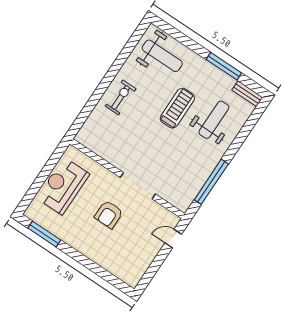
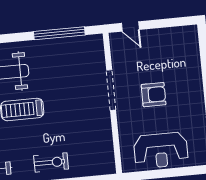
exercise bike: (121, 97) -> (51, 162), turned 180

